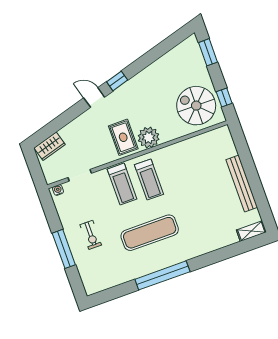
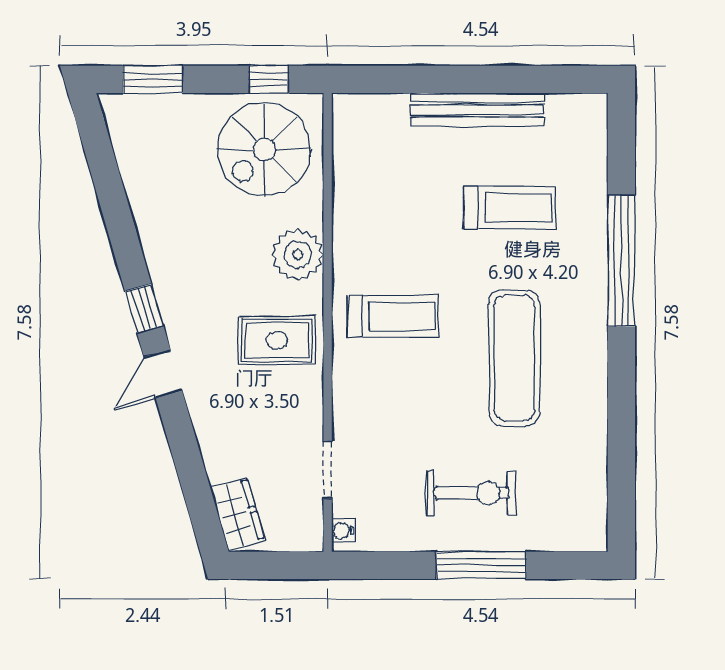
plant: (149, 137) -> (298, 255), moved
treadmill: (122, 184) -> (509, 208), moved
shelving: (251, 231) -> (593, 126), removed
exercise bike: (91, 235) -> (472, 493), width x1.38, depth x1.39
window: (162, 275) -> (621, 261), moved

